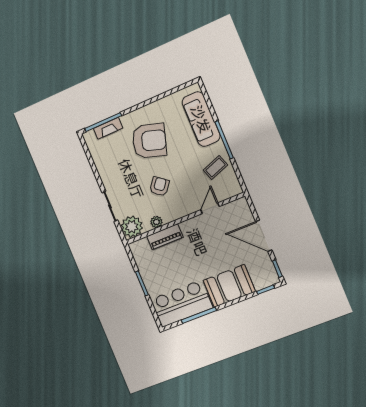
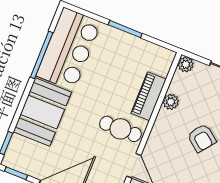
plant: (132, 227) -> (186, 64), width x0.53, depth x0.53
cafe table: (197, 235) -> (120, 129), added

